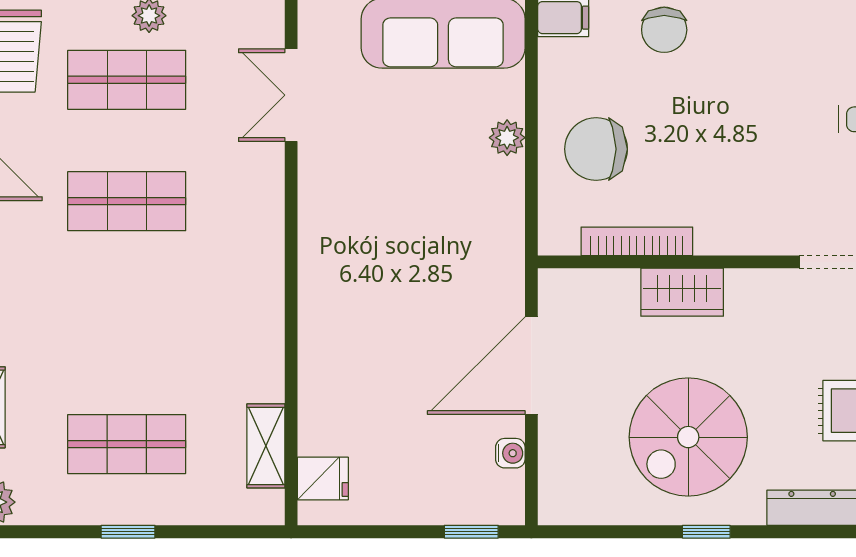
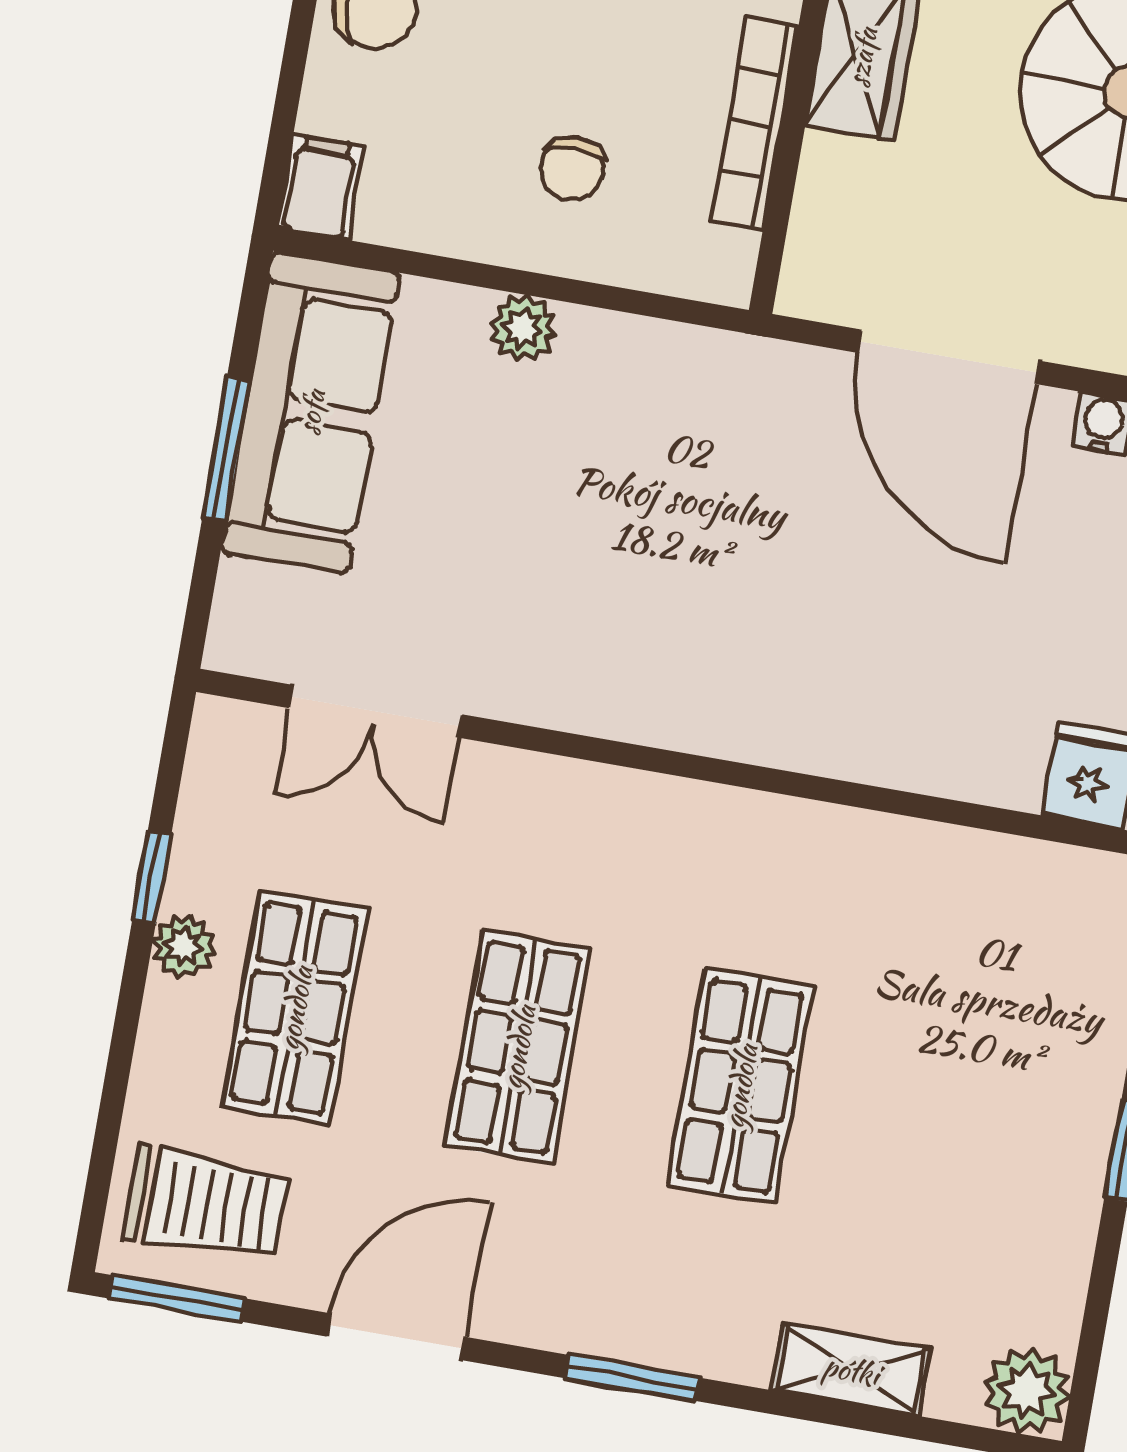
chair: (596, 149) -> (572, 169), width x0.54, depth x0.54
shop shelf: (127, 444) -> (740, 1086), moved
shelving: (266, 446) -> (1011, 870), removed

